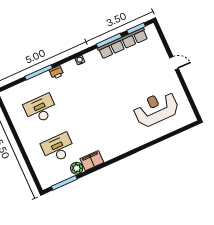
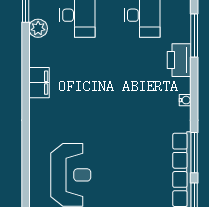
printer: (56, 72) -> (179, 60), width x1.87, depth x1.48
filing cabinet: (92, 161) -> (39, 83), moved

